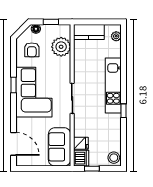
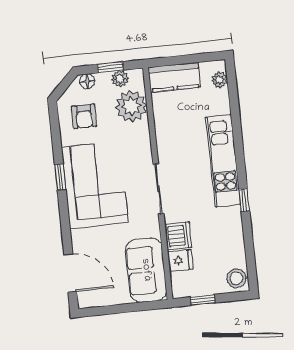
plant: (56, 29) -> (120, 79), added
dishwasher: (81, 158) -> (178, 236), moved

